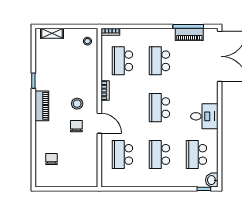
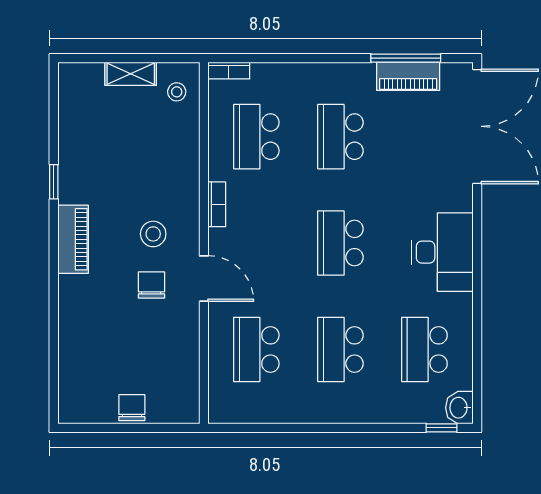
shelving: (52, 33) -> (131, 74), moved
desk: (204, 116) -> (442, 252), width x1.37
chair: (51, 159) -> (132, 408), moved

